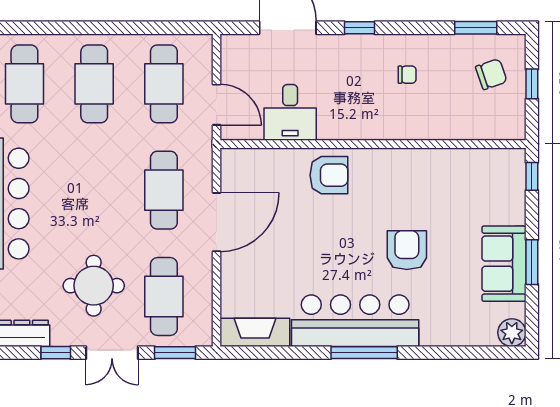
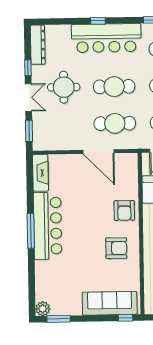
armchair: (407, 250) -> (116, 248), moved
window: (532, 262) -> (59, 319), moved
sofa: (504, 264) -> (110, 303), moved, width x1.36
cafe table: (164, 296) -> (114, 87), moved
double door: (112, 353) -> (28, 97), swing flipped

